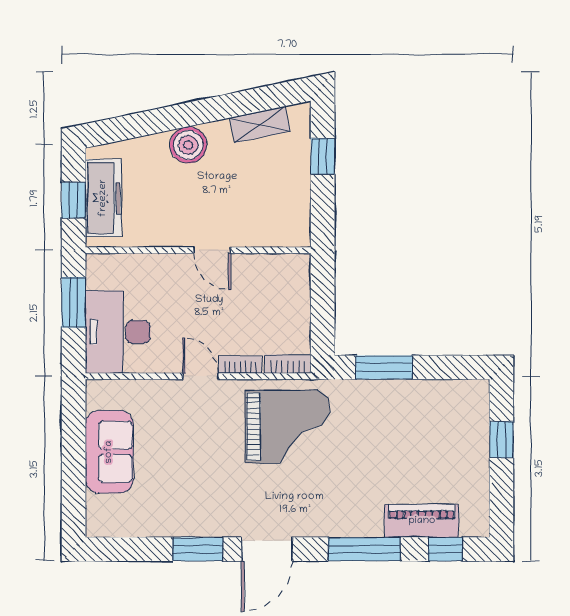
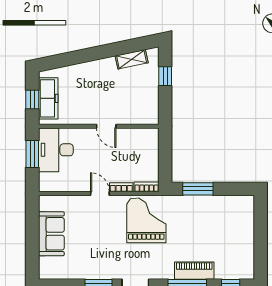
boiler: (188, 145) -> (94, 70), removed
desk: (118, 332) -> (56, 150), moved
grand piano: (287, 427) -> (146, 220), turned -90
window: (501, 440) -> (261, 227), removed
piano: (422, 521) -> (194, 271), moved

